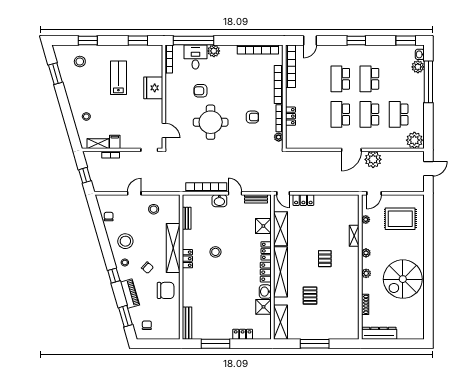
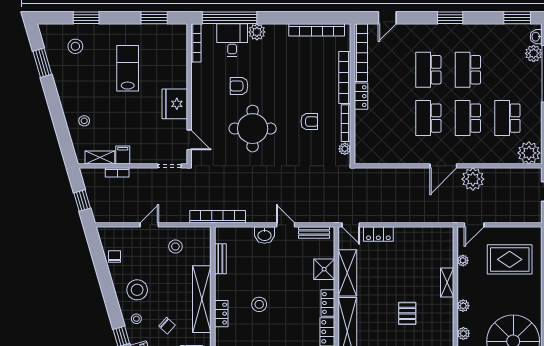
fridge: (153, 88) -> (175, 104), moved
locker: (291, 116) -> (361, 96), moved
bookcase: (206, 187) -> (218, 217), moved

